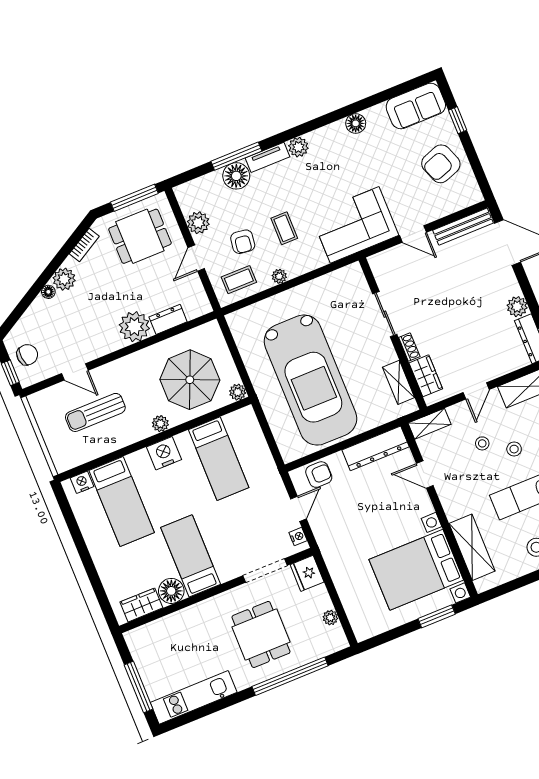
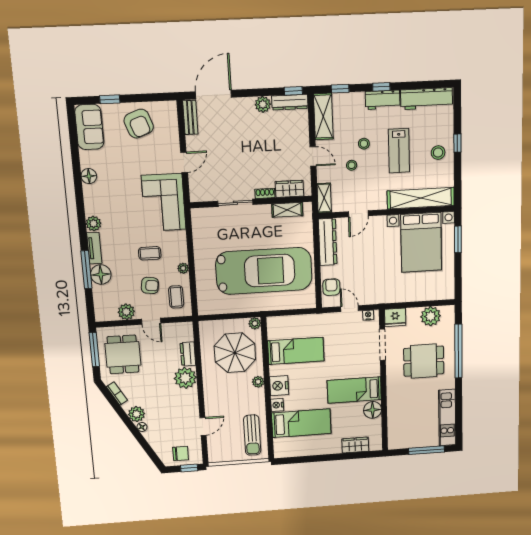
bench: (463, 227) -> (190, 117), width x0.73
chair: (27, 355) -> (181, 454), turned 96
sun lounger: (95, 412) -> (252, 435), moved
nightstand: (82, 482) -> (277, 405), moved
shelving: (472, 547) -> (421, 198), width x1.47
wardrobe: (141, 605) -> (355, 445), moved, turned 90
plant: (330, 618) -> (431, 316), width x1.88, depth x1.88

